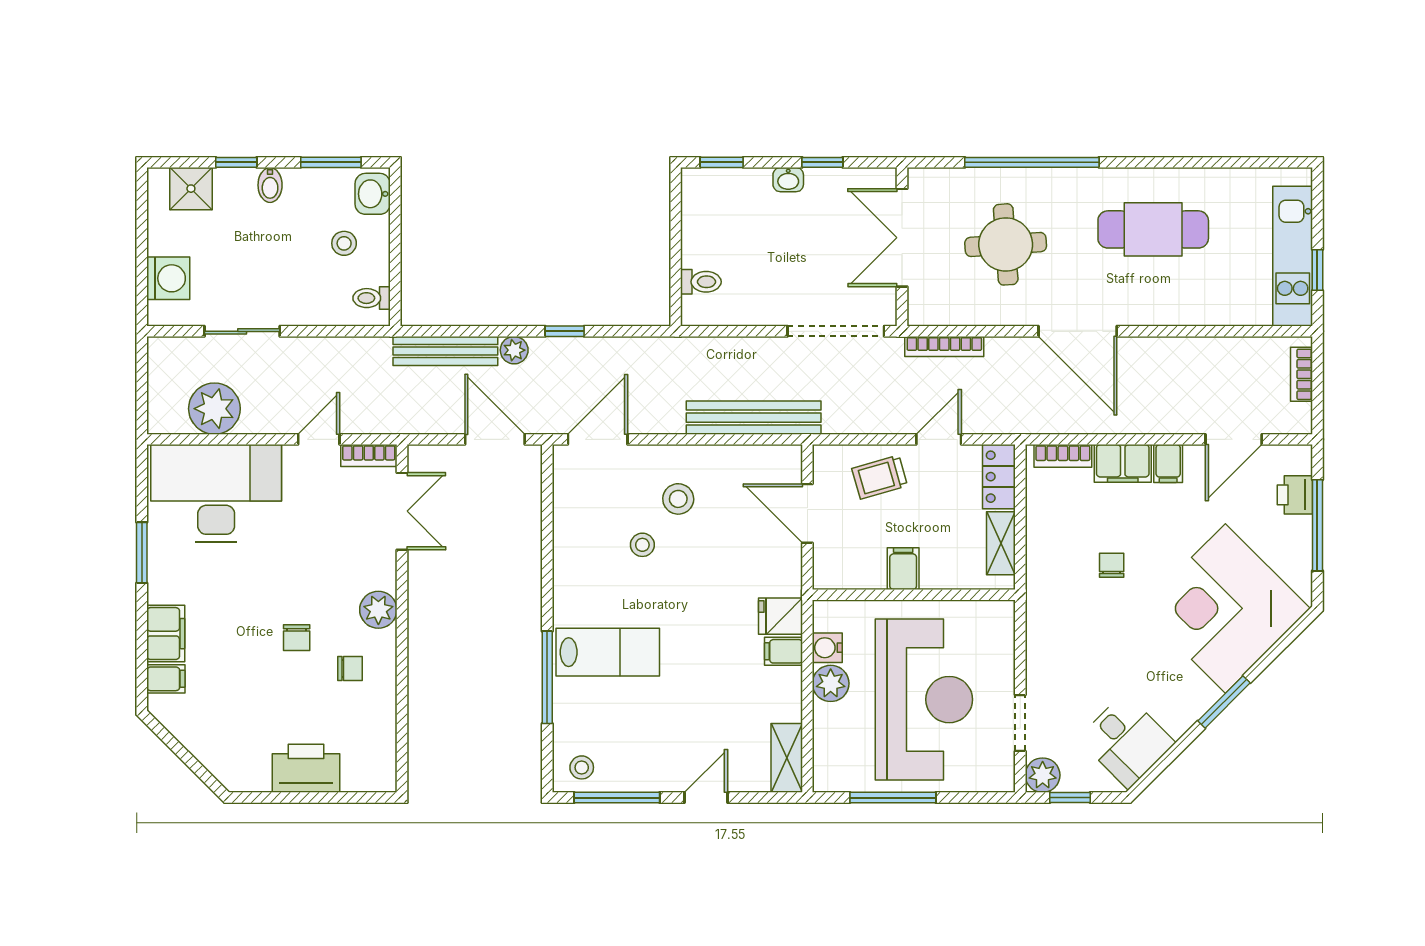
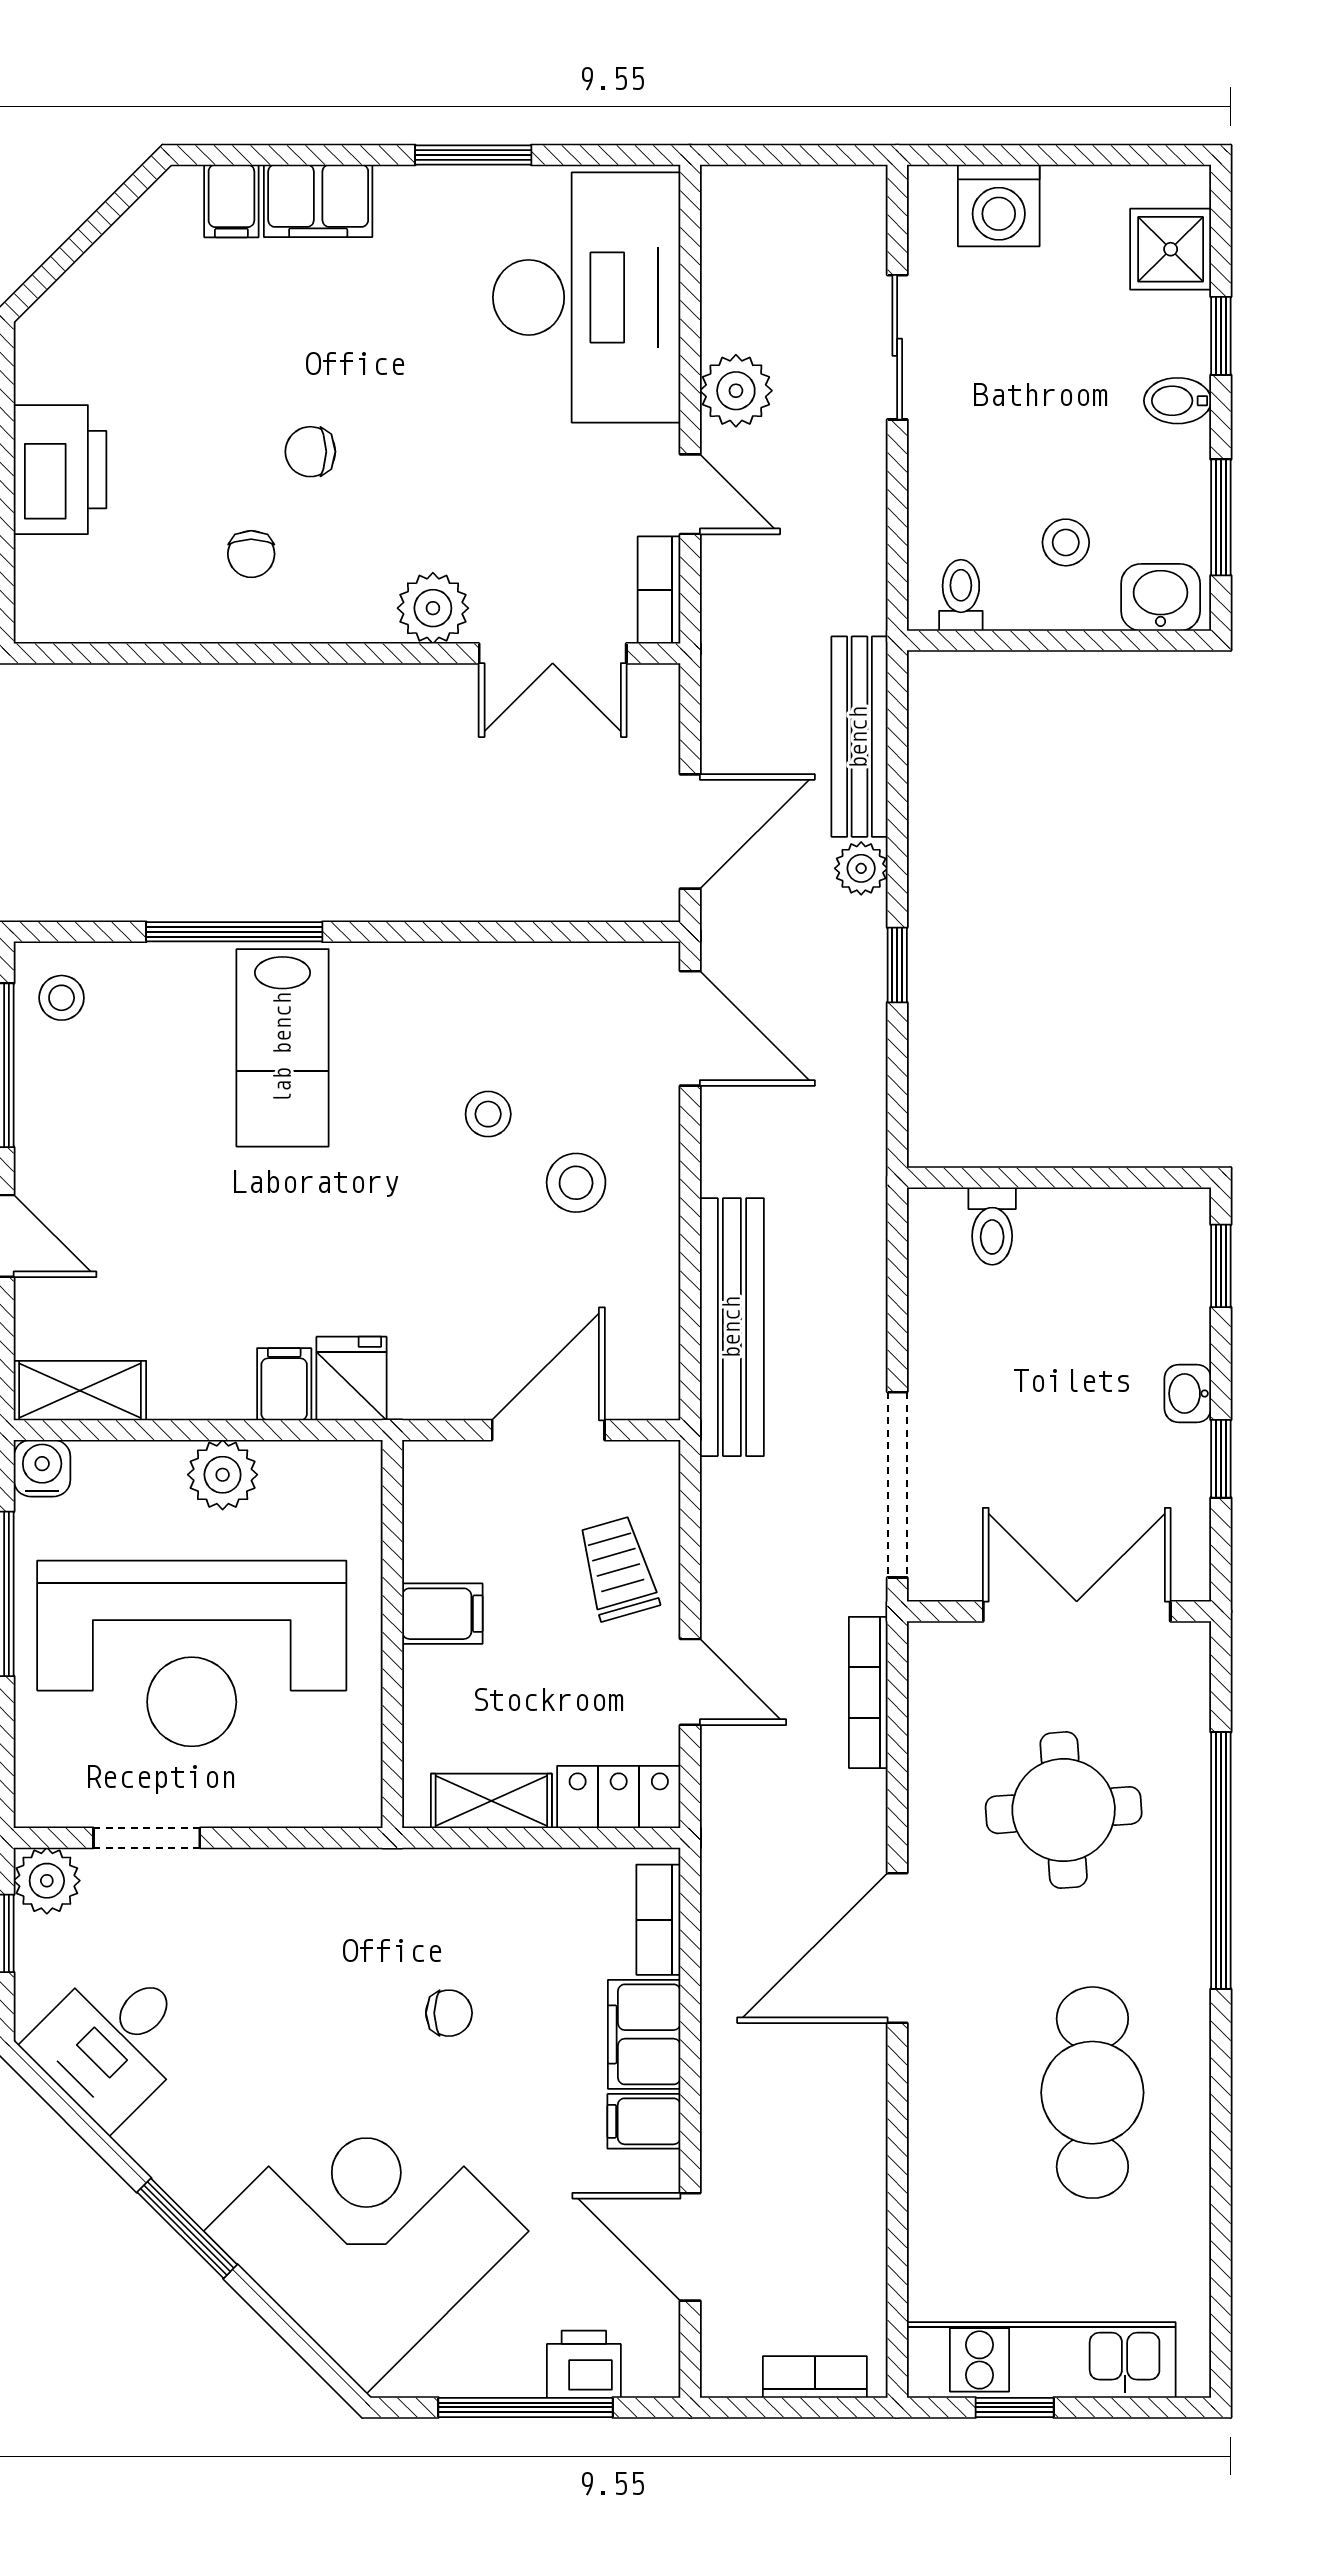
plant: (214, 409) -> (736, 391), moved, width x0.73, depth x0.73
plant: (378, 610) -> (433, 608), moved
water cooler: (827, 648) -> (42, 1468), moved

